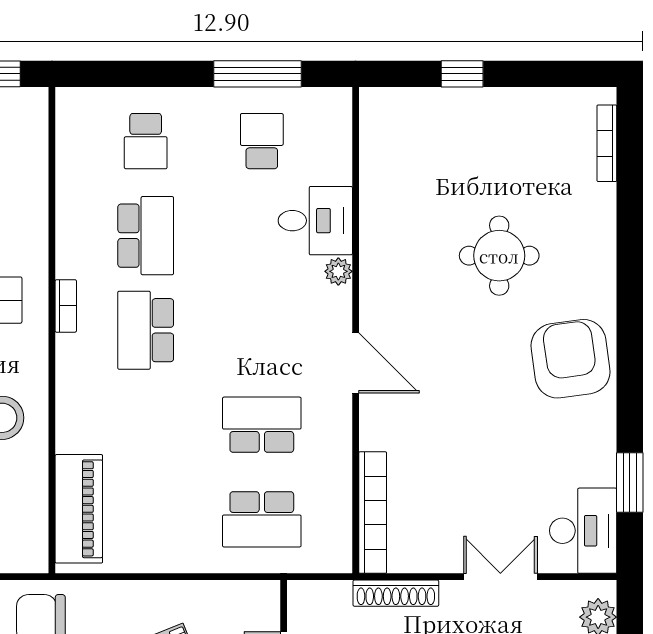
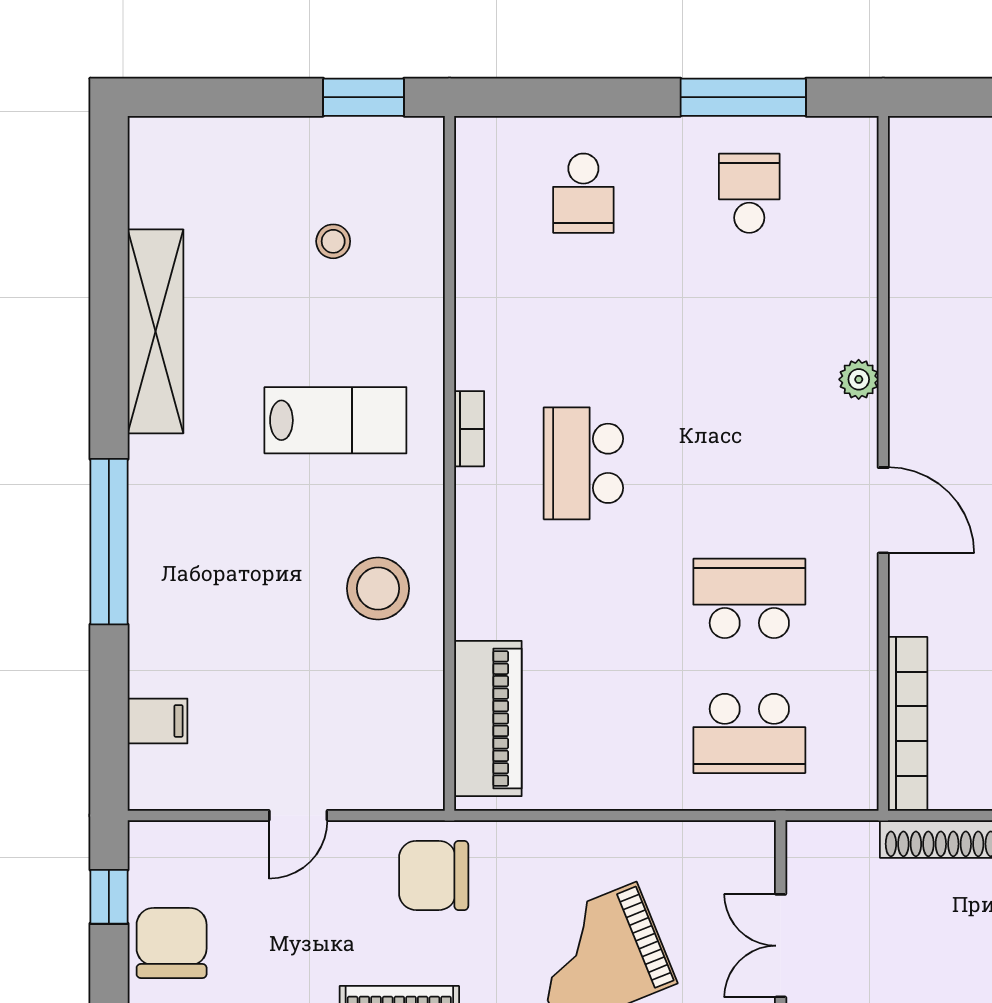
desk: (315, 221) -> (826, 307), removed
school desk: (146, 236) -> (583, 328), removed

